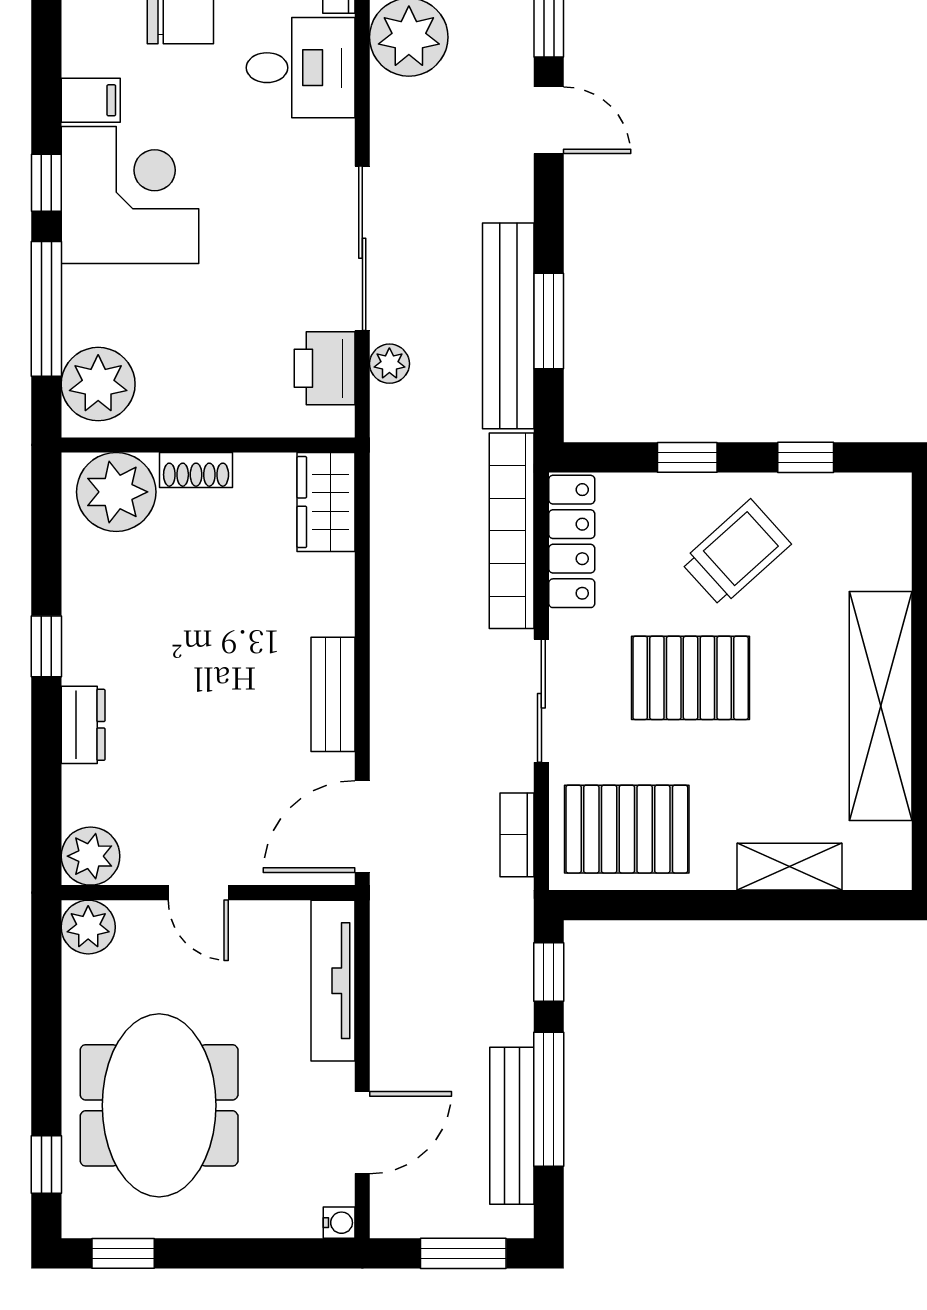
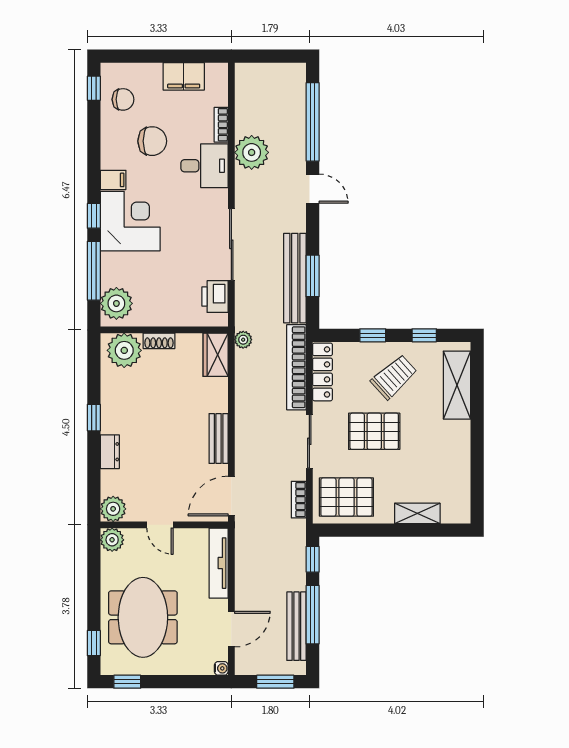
plant: (389, 364) -> (243, 340), moved
shelving: (881, 706) -> (457, 385), moved, width x0.68

